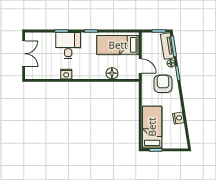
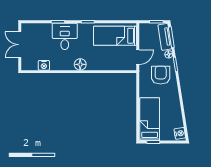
double door: (24, 54) -> (20, 45), swing flipped
door: (140, 66) -> (138, 57), hinge flipped
floor lamp: (112, 73) -> (80, 64), moved
nightstand: (66, 74) -> (44, 65), moved
nightstand: (178, 118) -> (180, 133), moved

